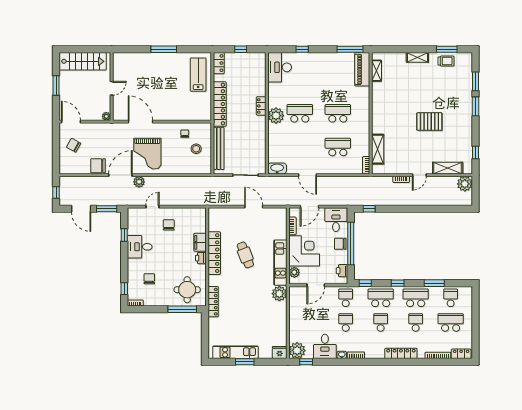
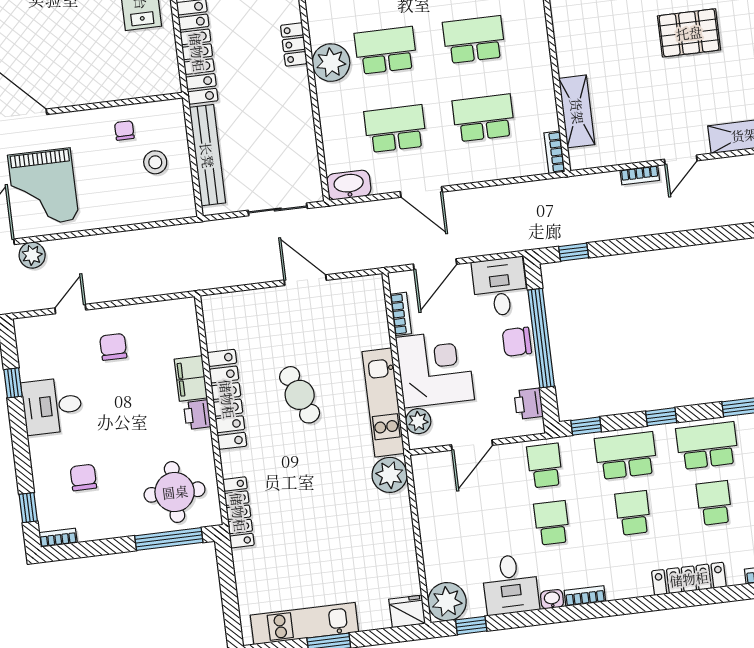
school desk: (300, 147) -> (395, 129), added

